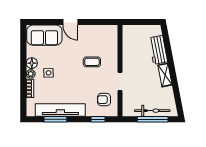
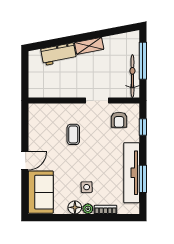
bicycle: (152, 111) -> (132, 76), moved

